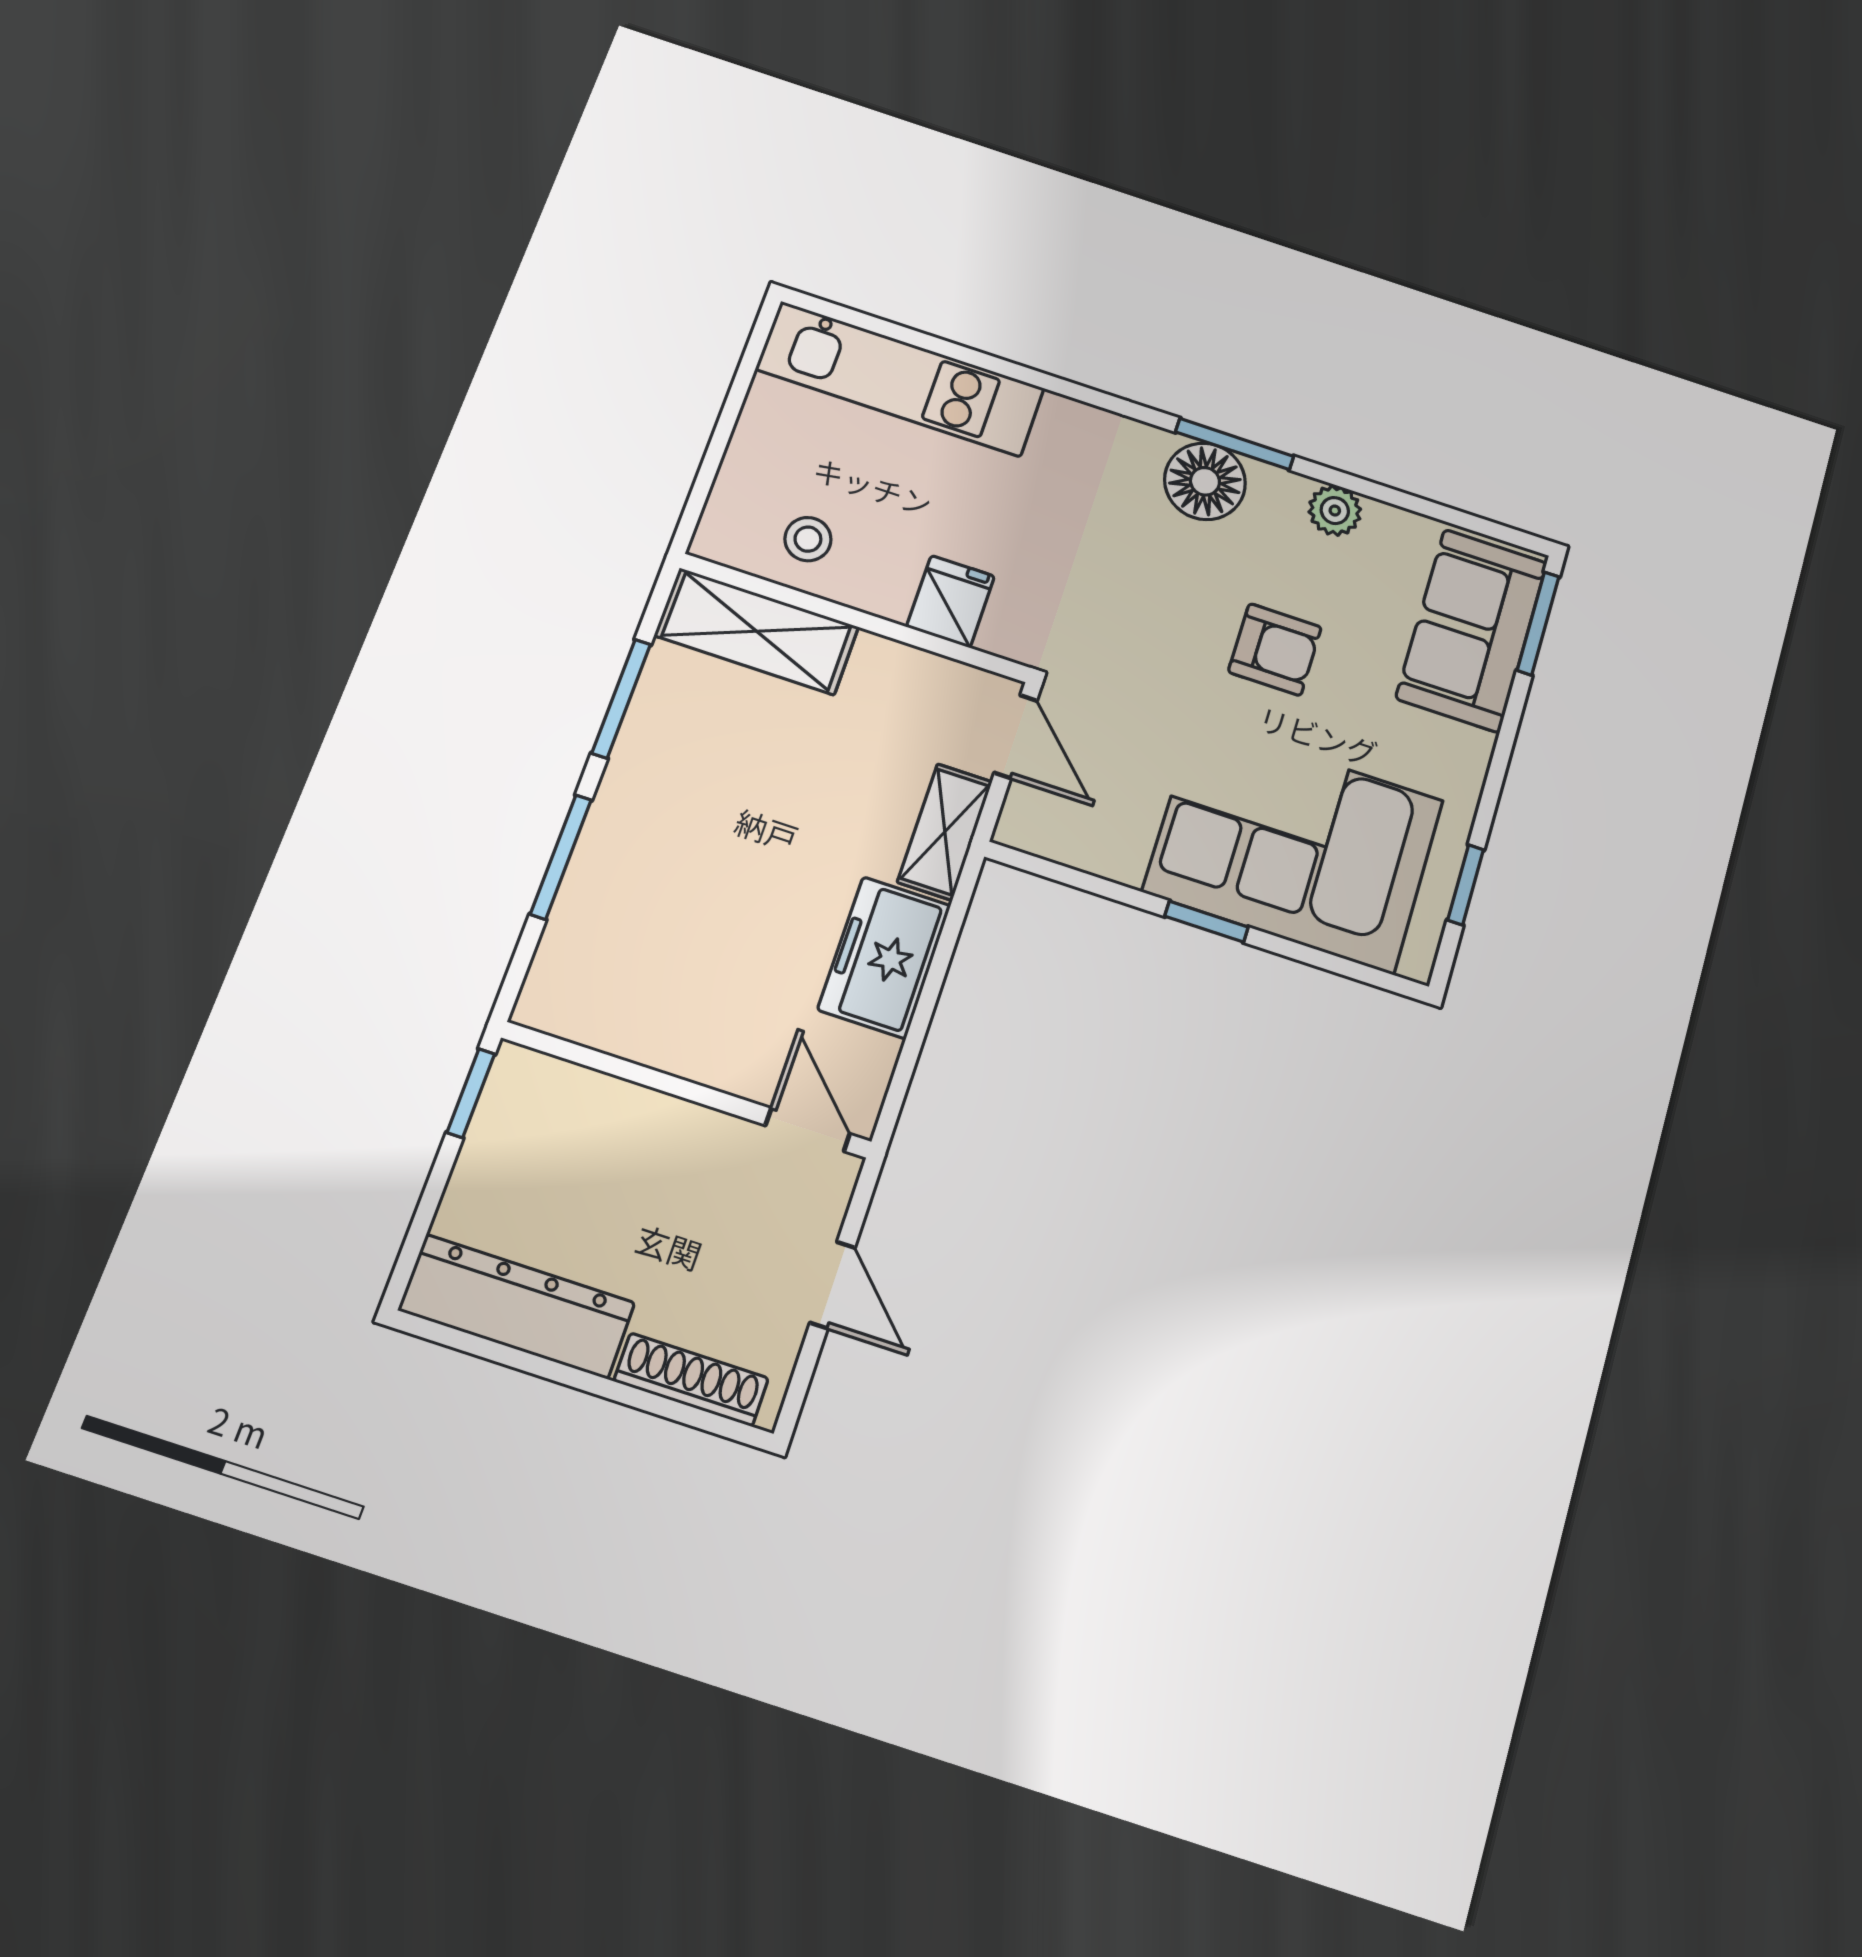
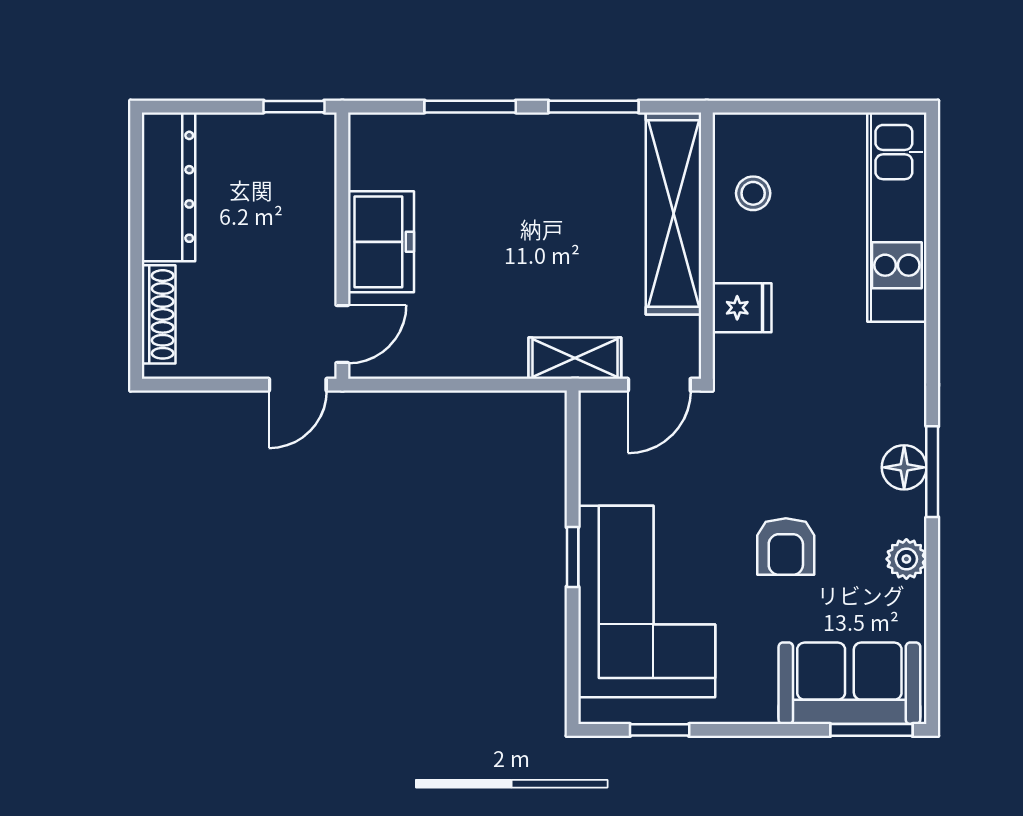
floor lamp: (1205, 481) -> (904, 467), width x0.73, depth x0.73
shelving: (757, 631) -> (673, 213), width x1.47
freezer: (884, 957) -> (381, 242), moved, turned 90
door: (832, 1285) -> (298, 385), moved

